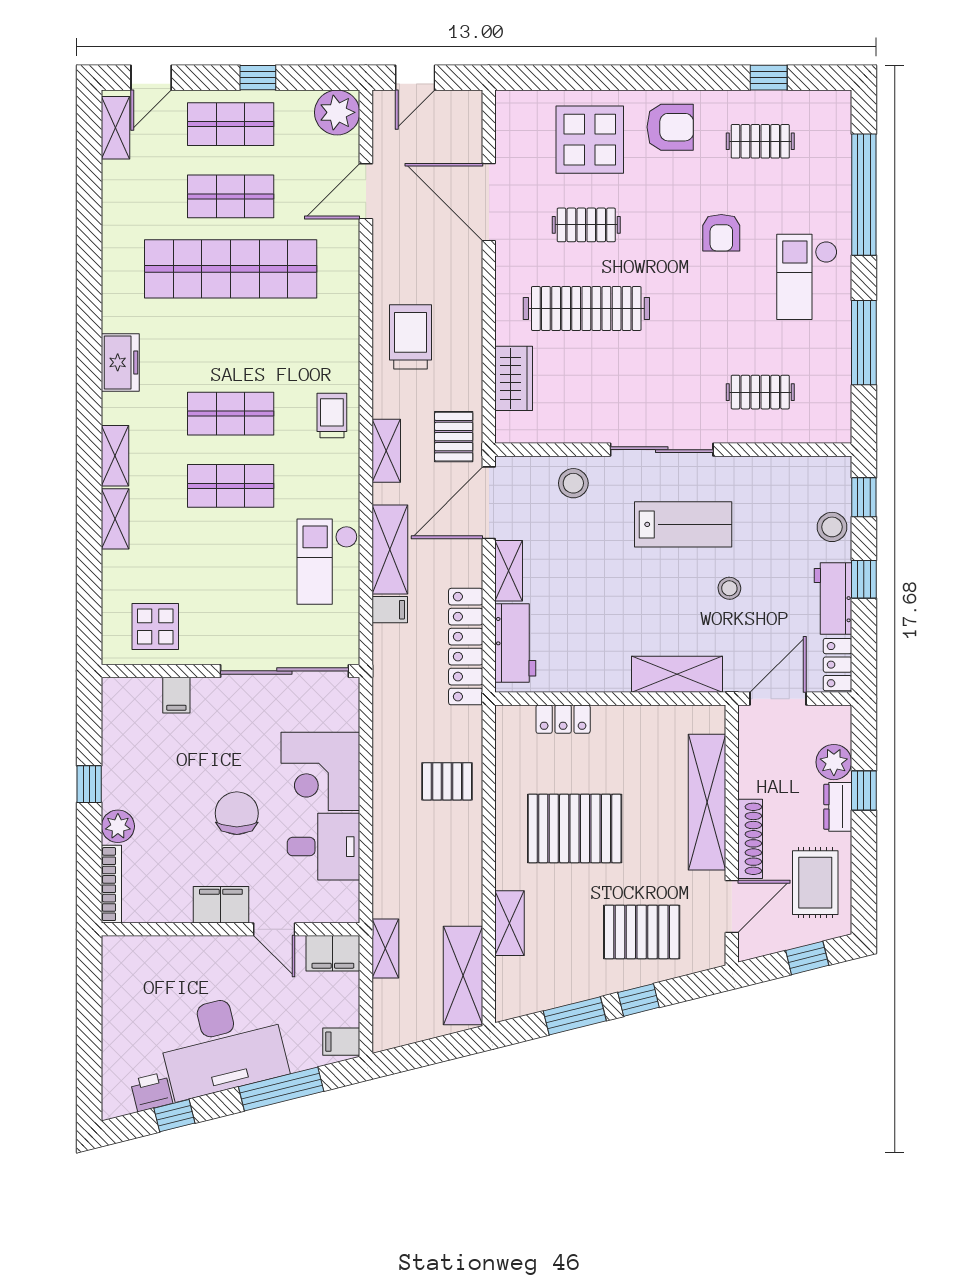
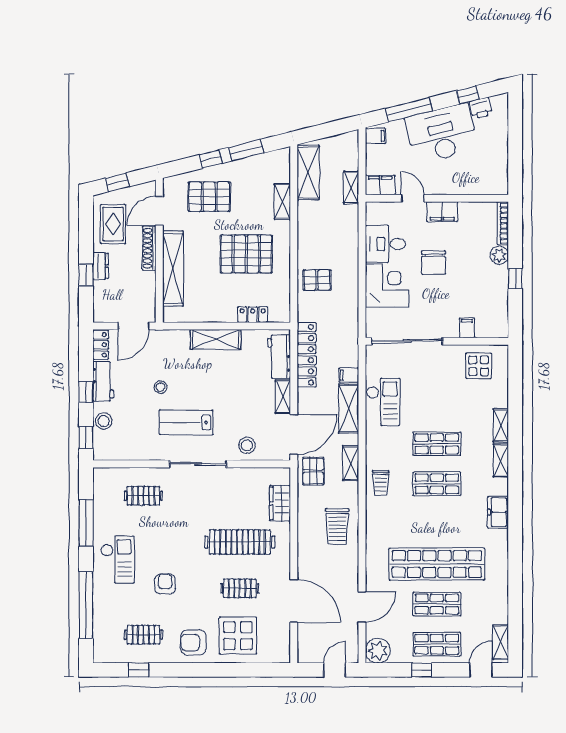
shelving: (677, 674) -> (216, 339), moved
plant: (834, 762) -> (103, 291), removed

